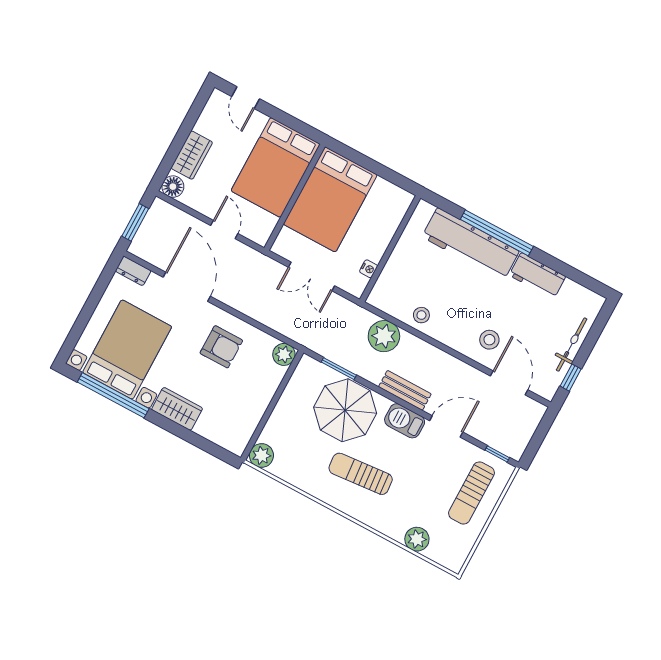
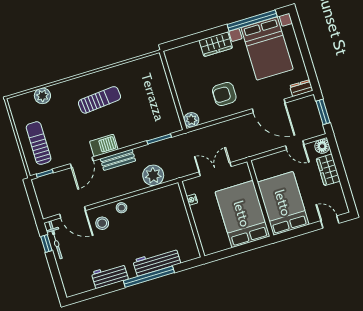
door: (224, 229) -> (295, 145), moved
workbench: (471, 244) -> (157, 262), width x0.73, depth x0.76
stool: (421, 315) -> (122, 208), moved
bicycle: (572, 345) -> (56, 240), moved
parasol: (345, 410) -> (137, 122), removed
plant: (261, 456) -> (154, 62), removed

